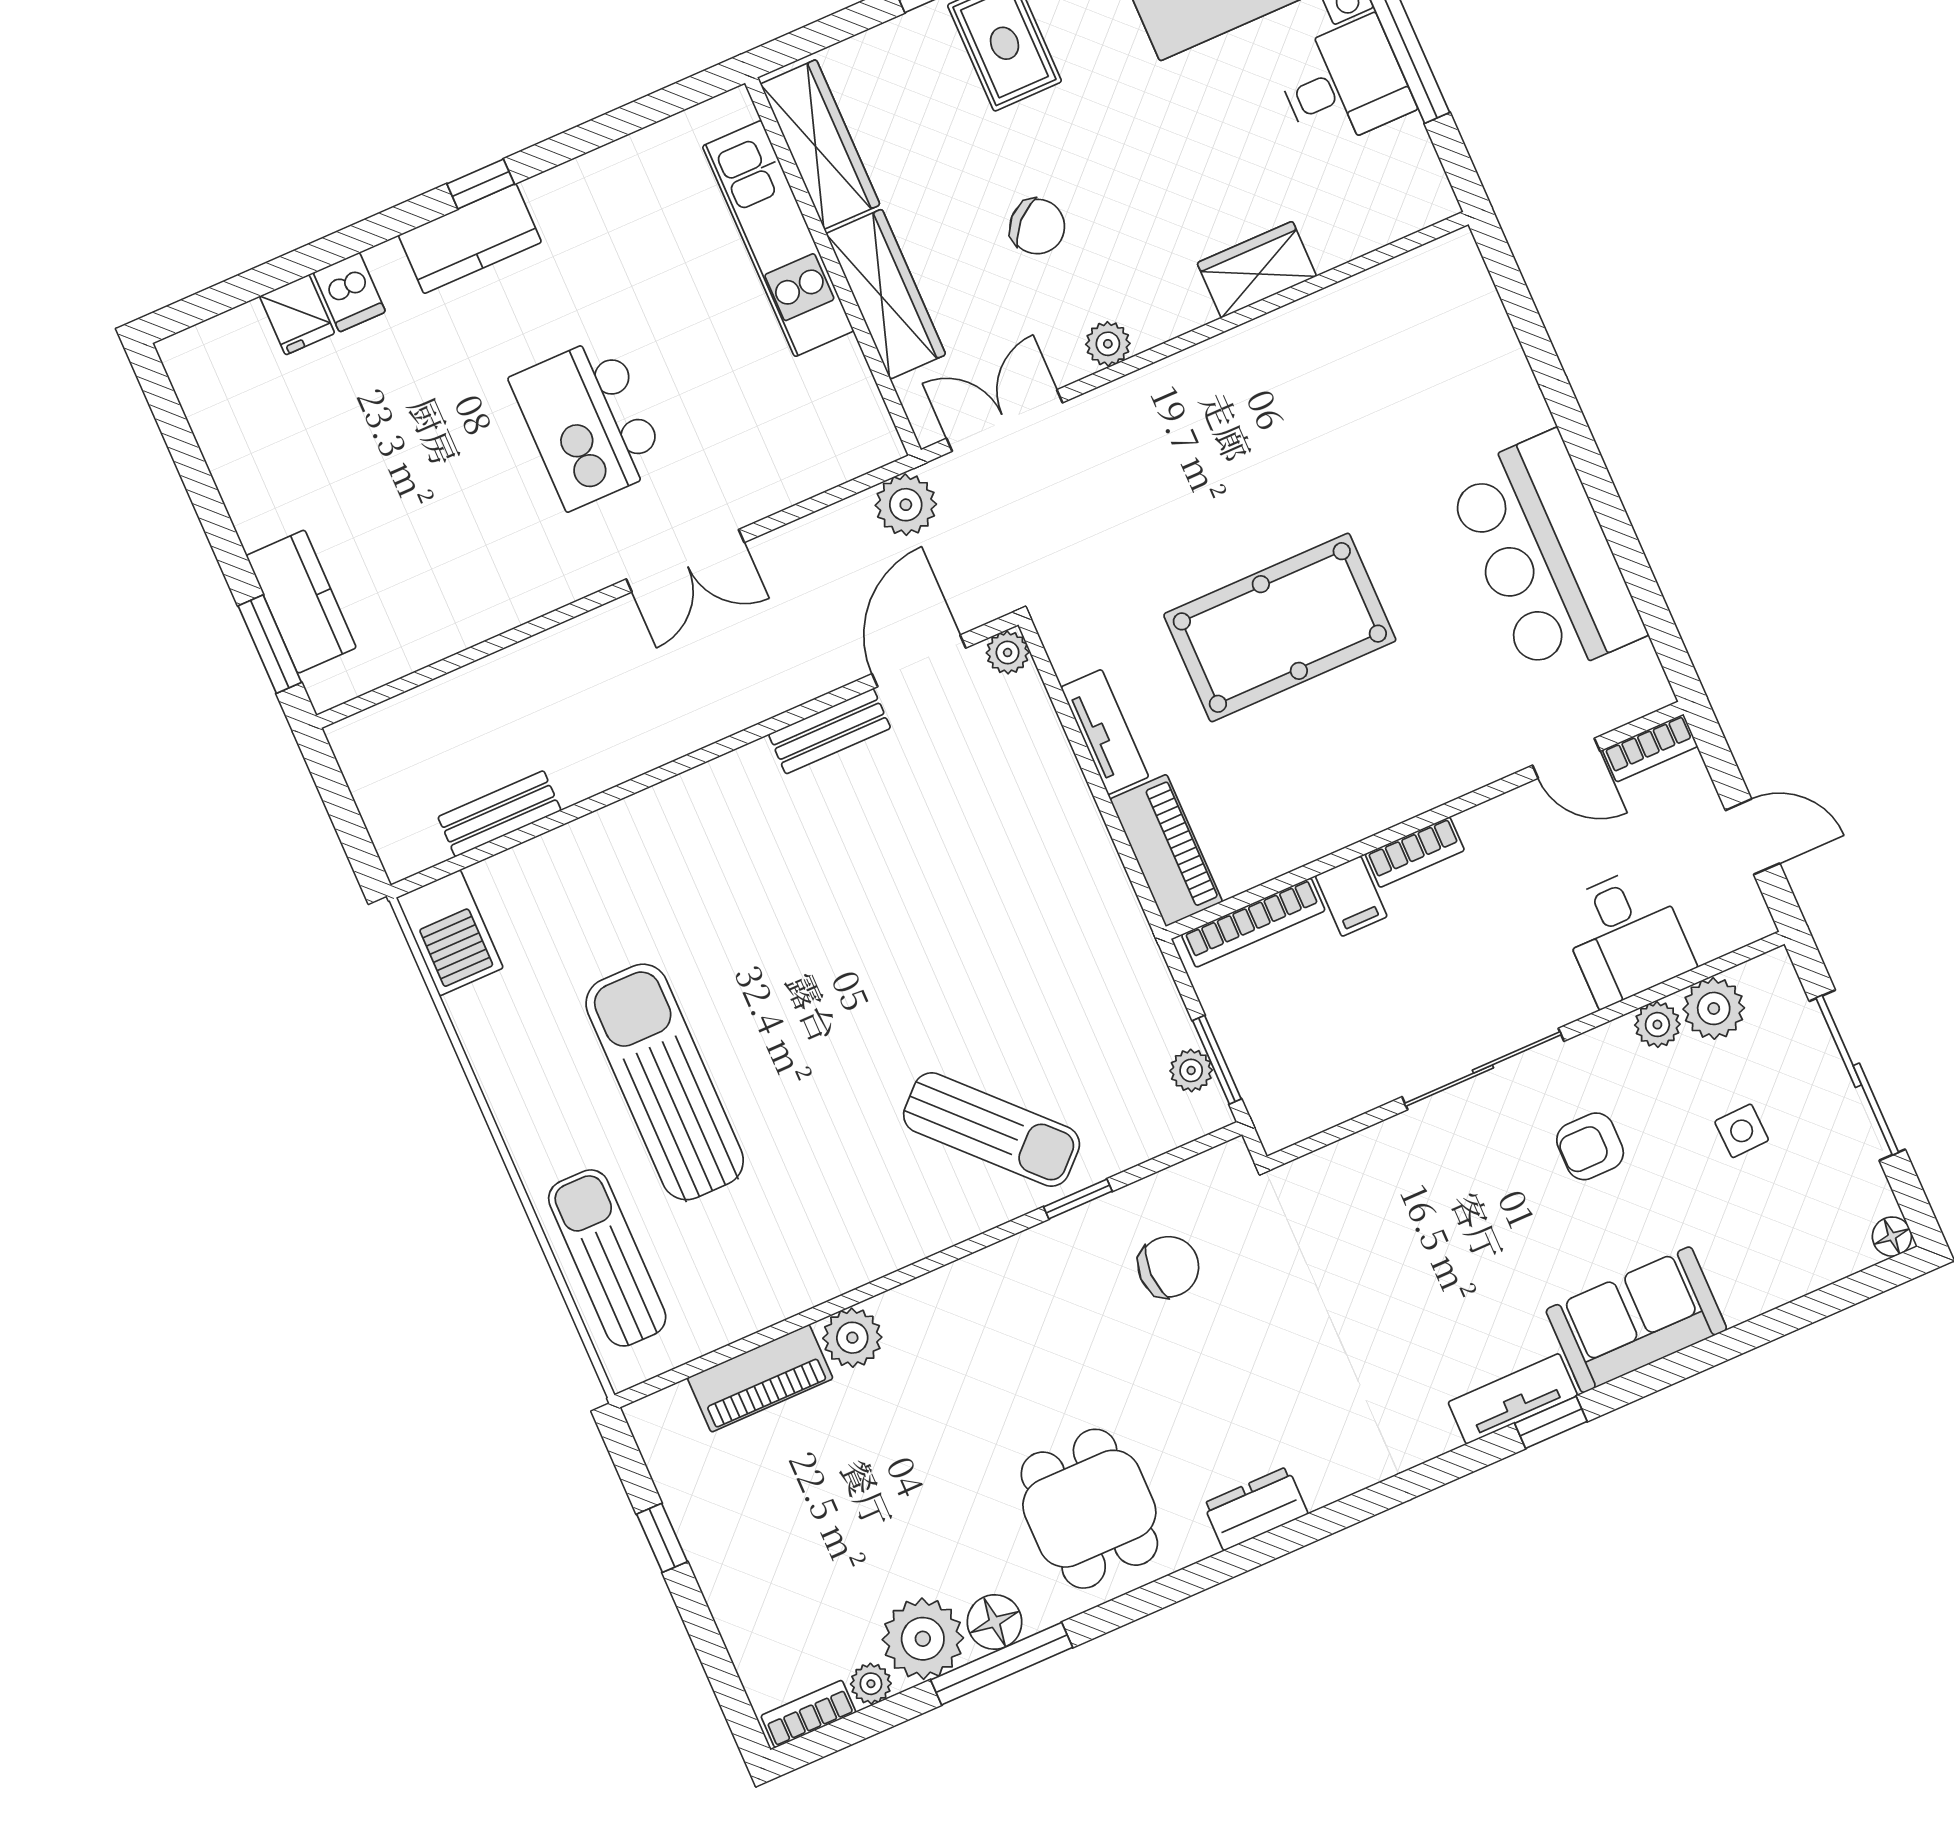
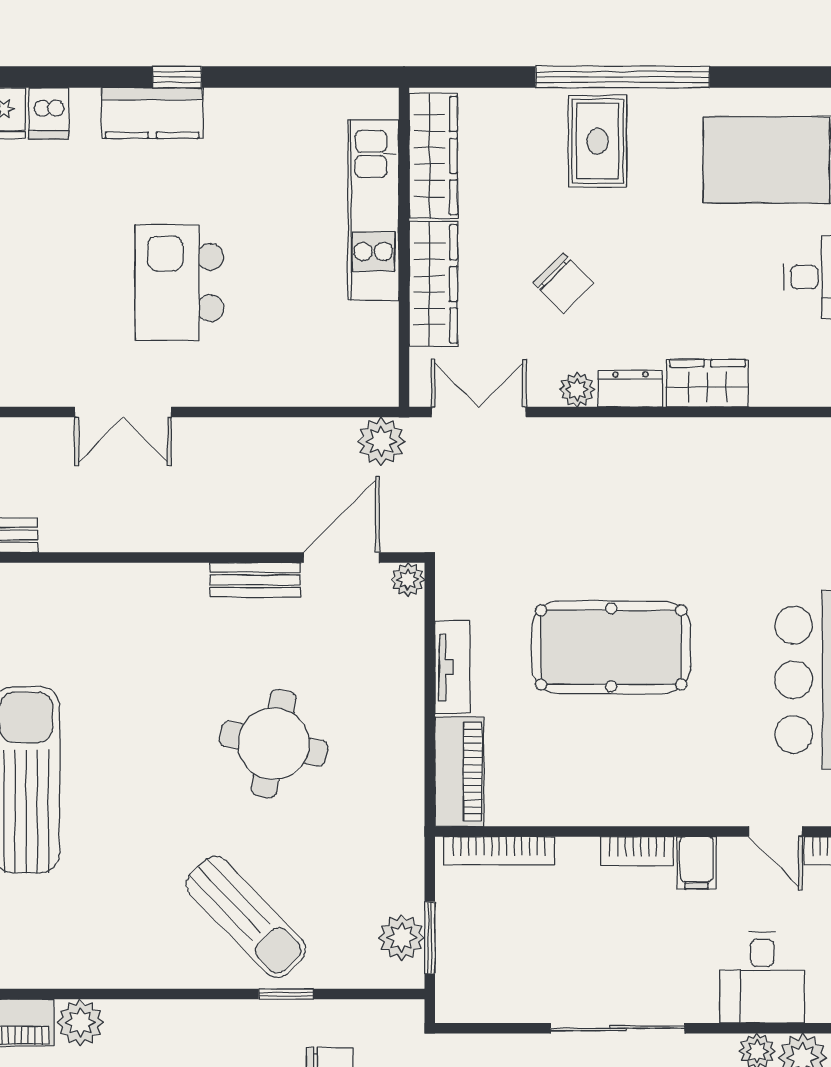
dresser: (1170, 315) -> (630, 389), added
double door: (685, 561) -> (123, 412), moved
filing cabinet: (1351, 896) -> (697, 863), moved
round table: (935, 913) -> (274, 744), added
plant: (1191, 1070) -> (402, 937), width x1.38, depth x1.38

